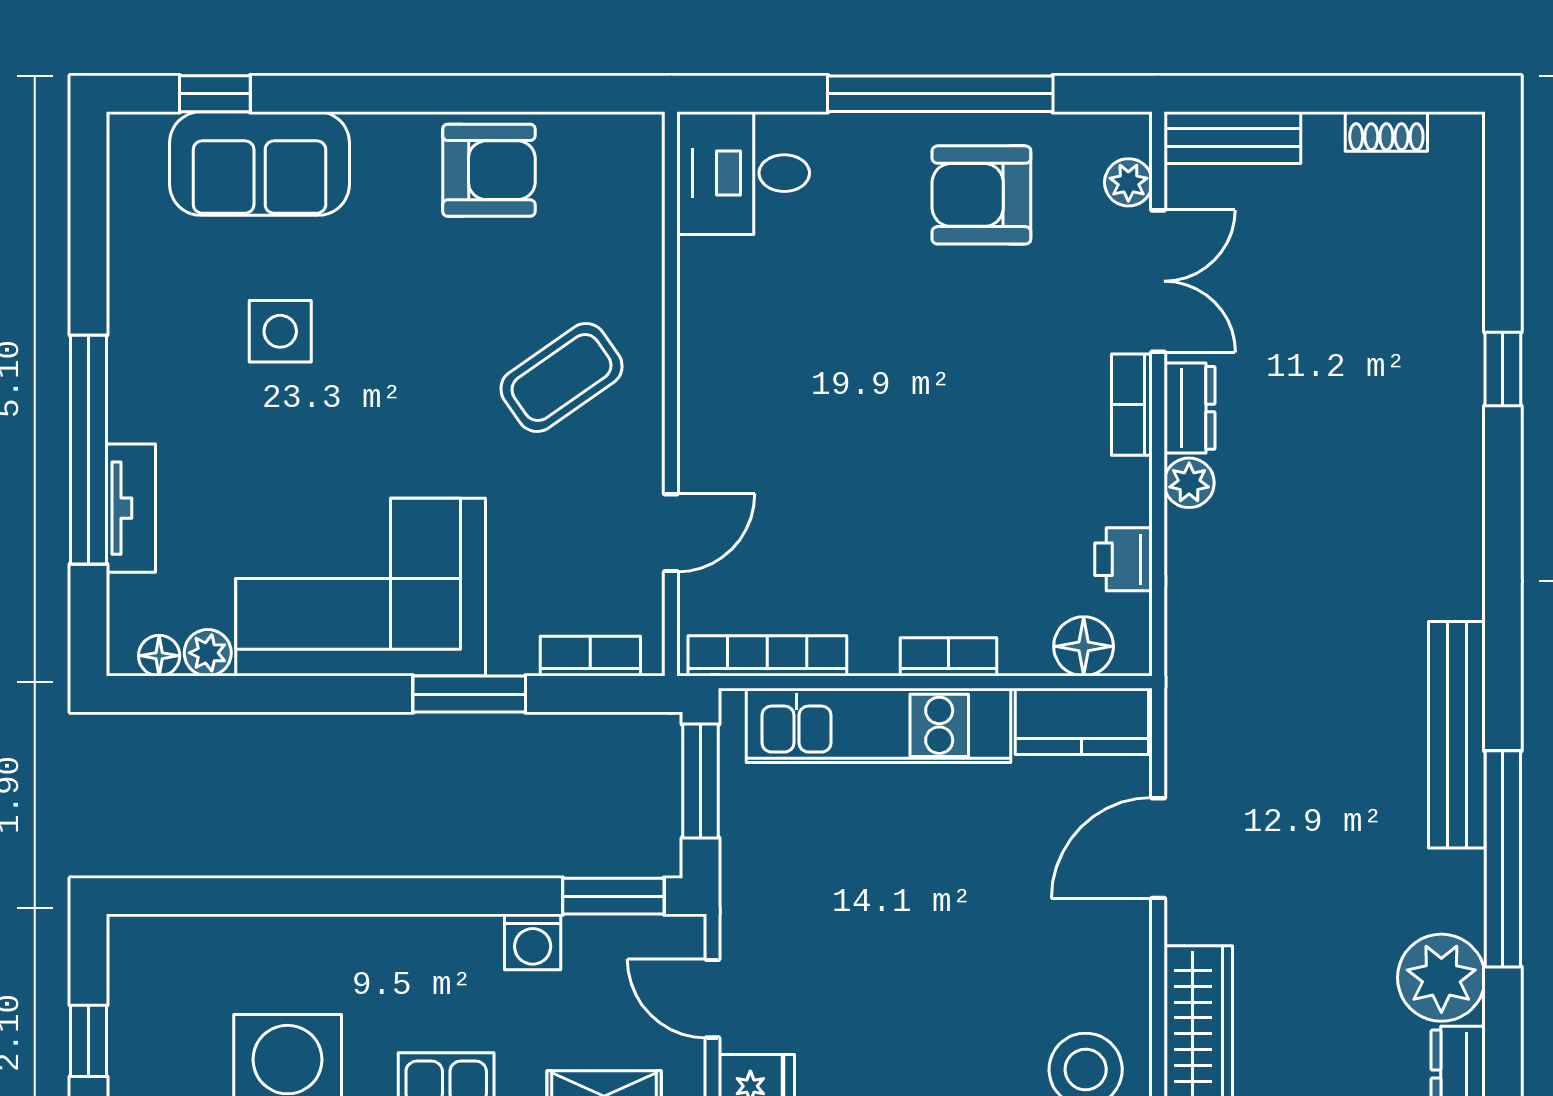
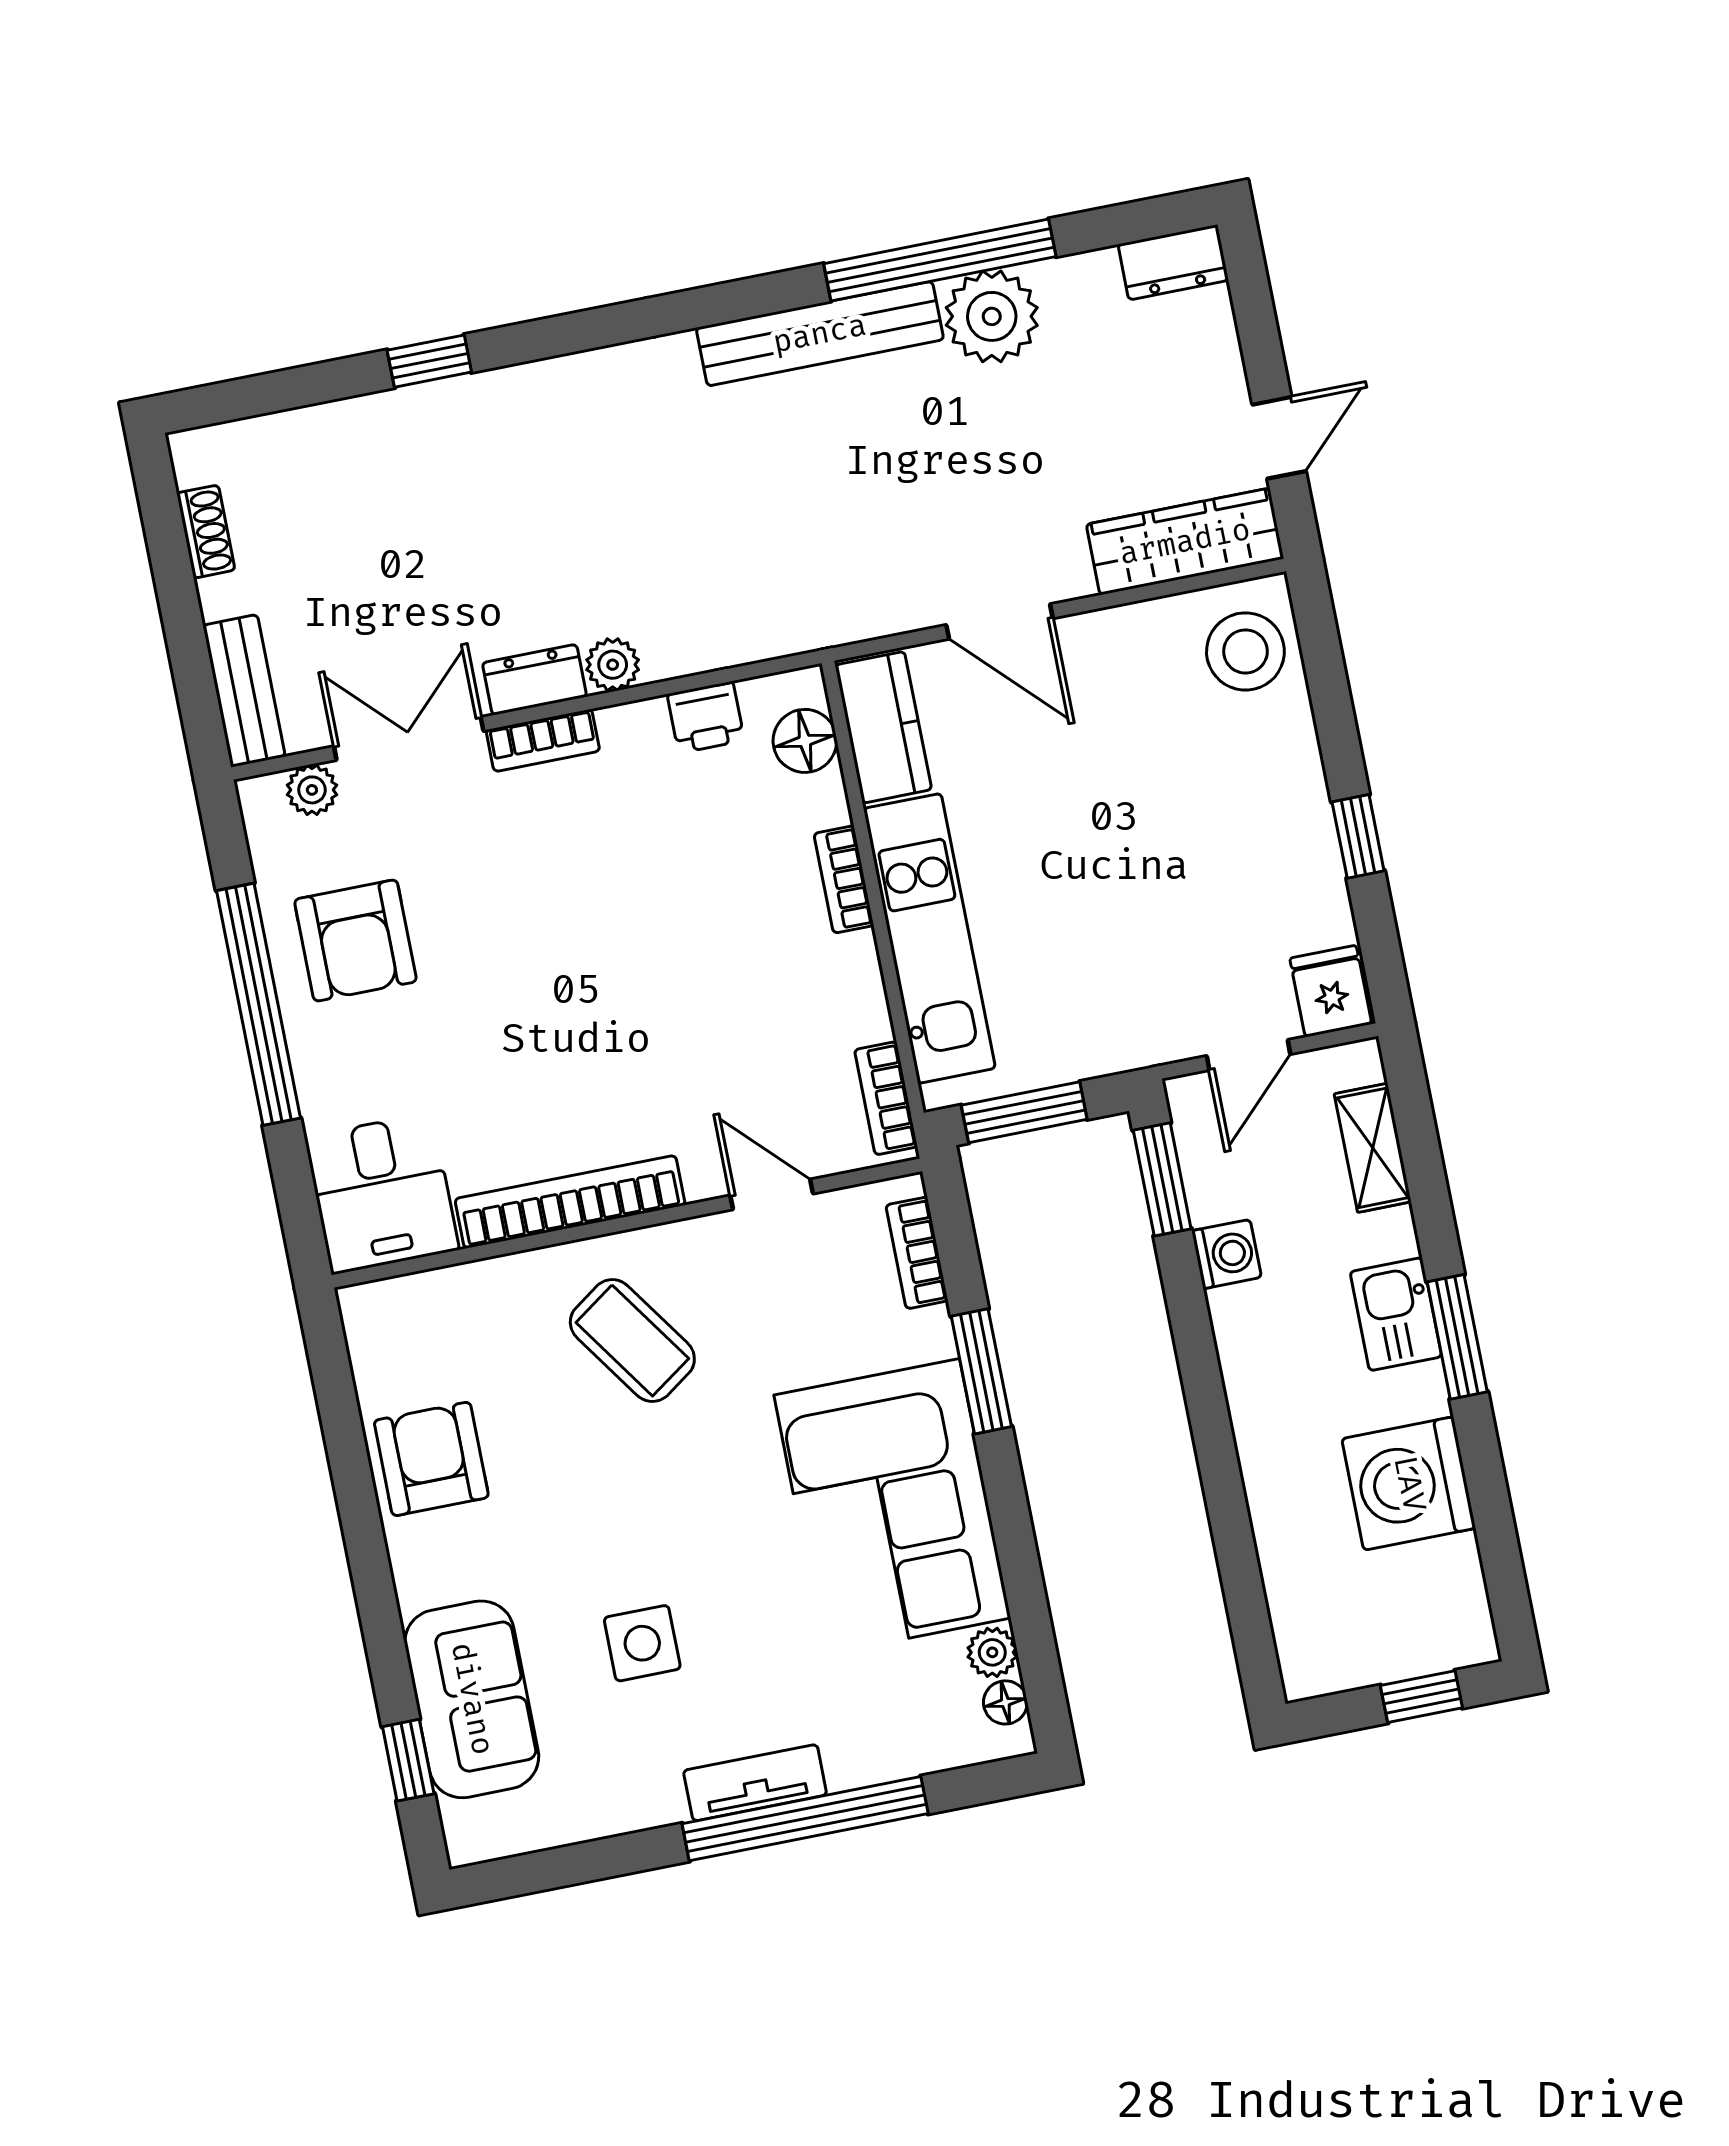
bookcase: (701, 345) -> (570, 1202), added
tv unit: (131, 508) -> (755, 1783), moved
bookcase: (767, 656) -> (886, 1098), width x0.64
plant: (1441, 978) -> (992, 316), moved

